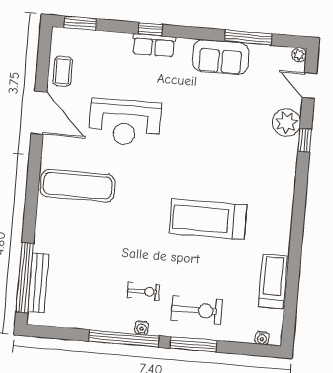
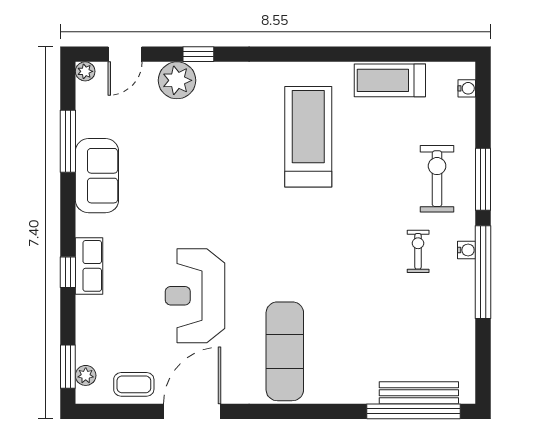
plant: (72, 36) -> (86, 375), added
reception desk: (125, 122) -> (195, 296), turned 180
treadmill: (208, 219) -> (308, 137), moved, turned 180

